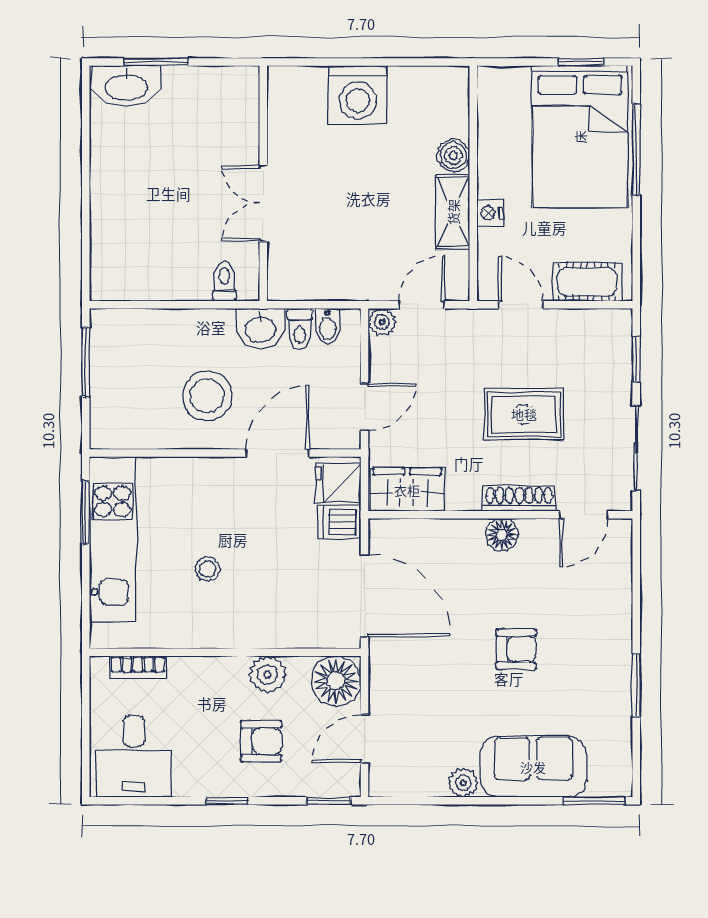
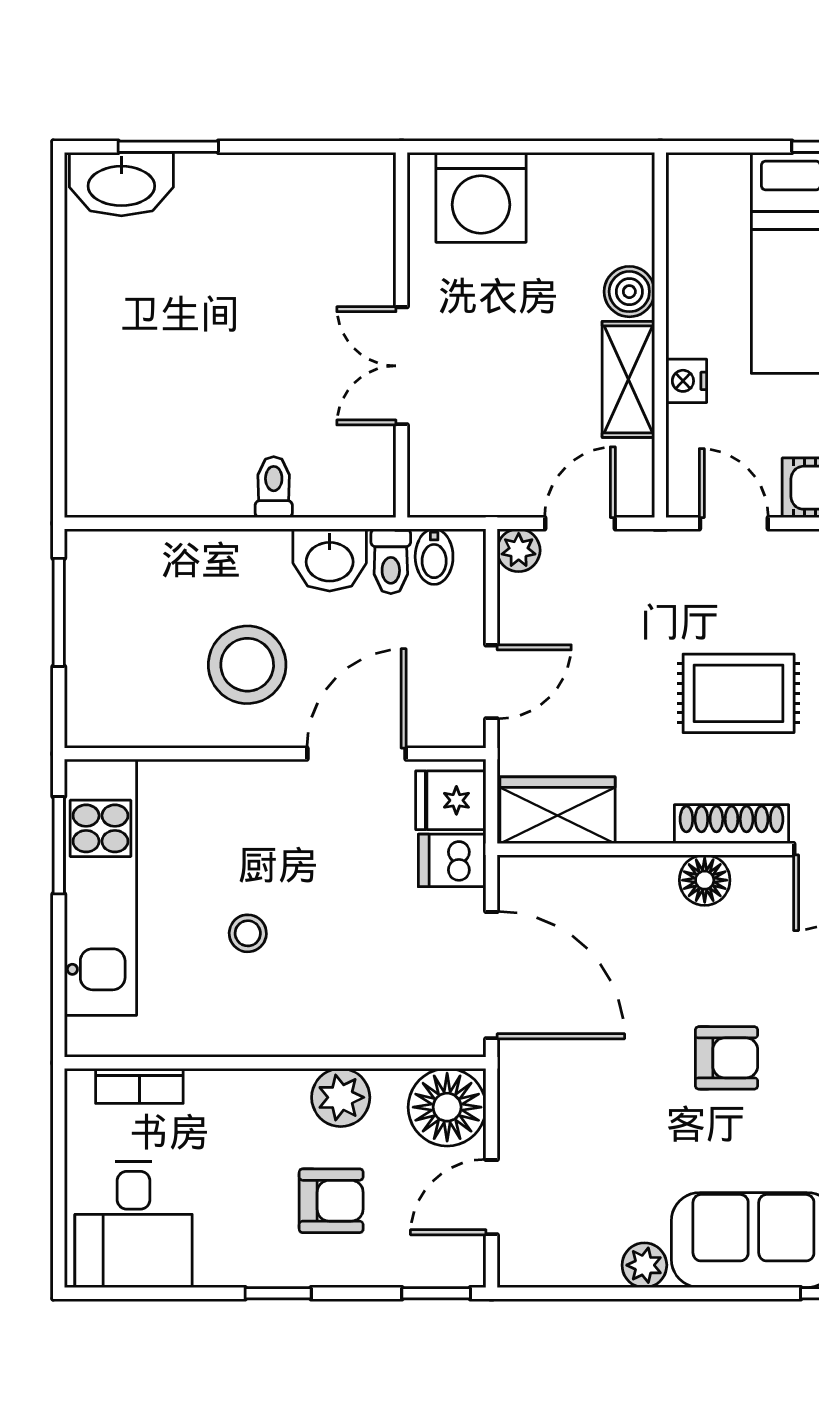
wall: (263, 183) -> (402, 335), moved
double door: (263, 203) -> (402, 366), moved

